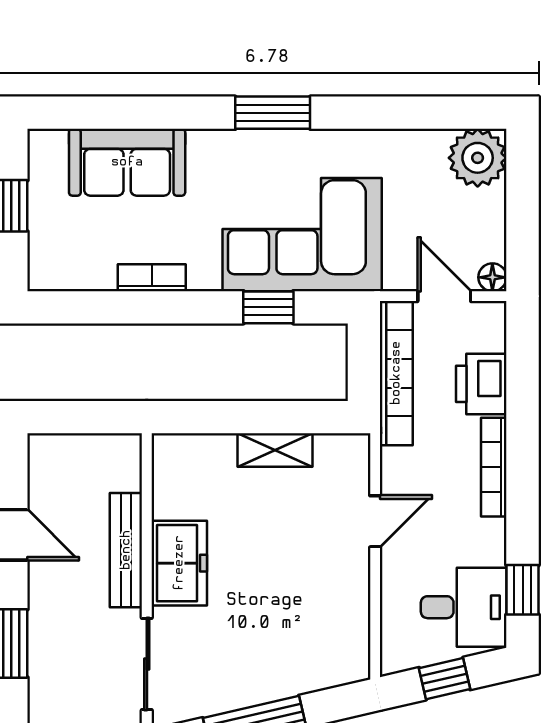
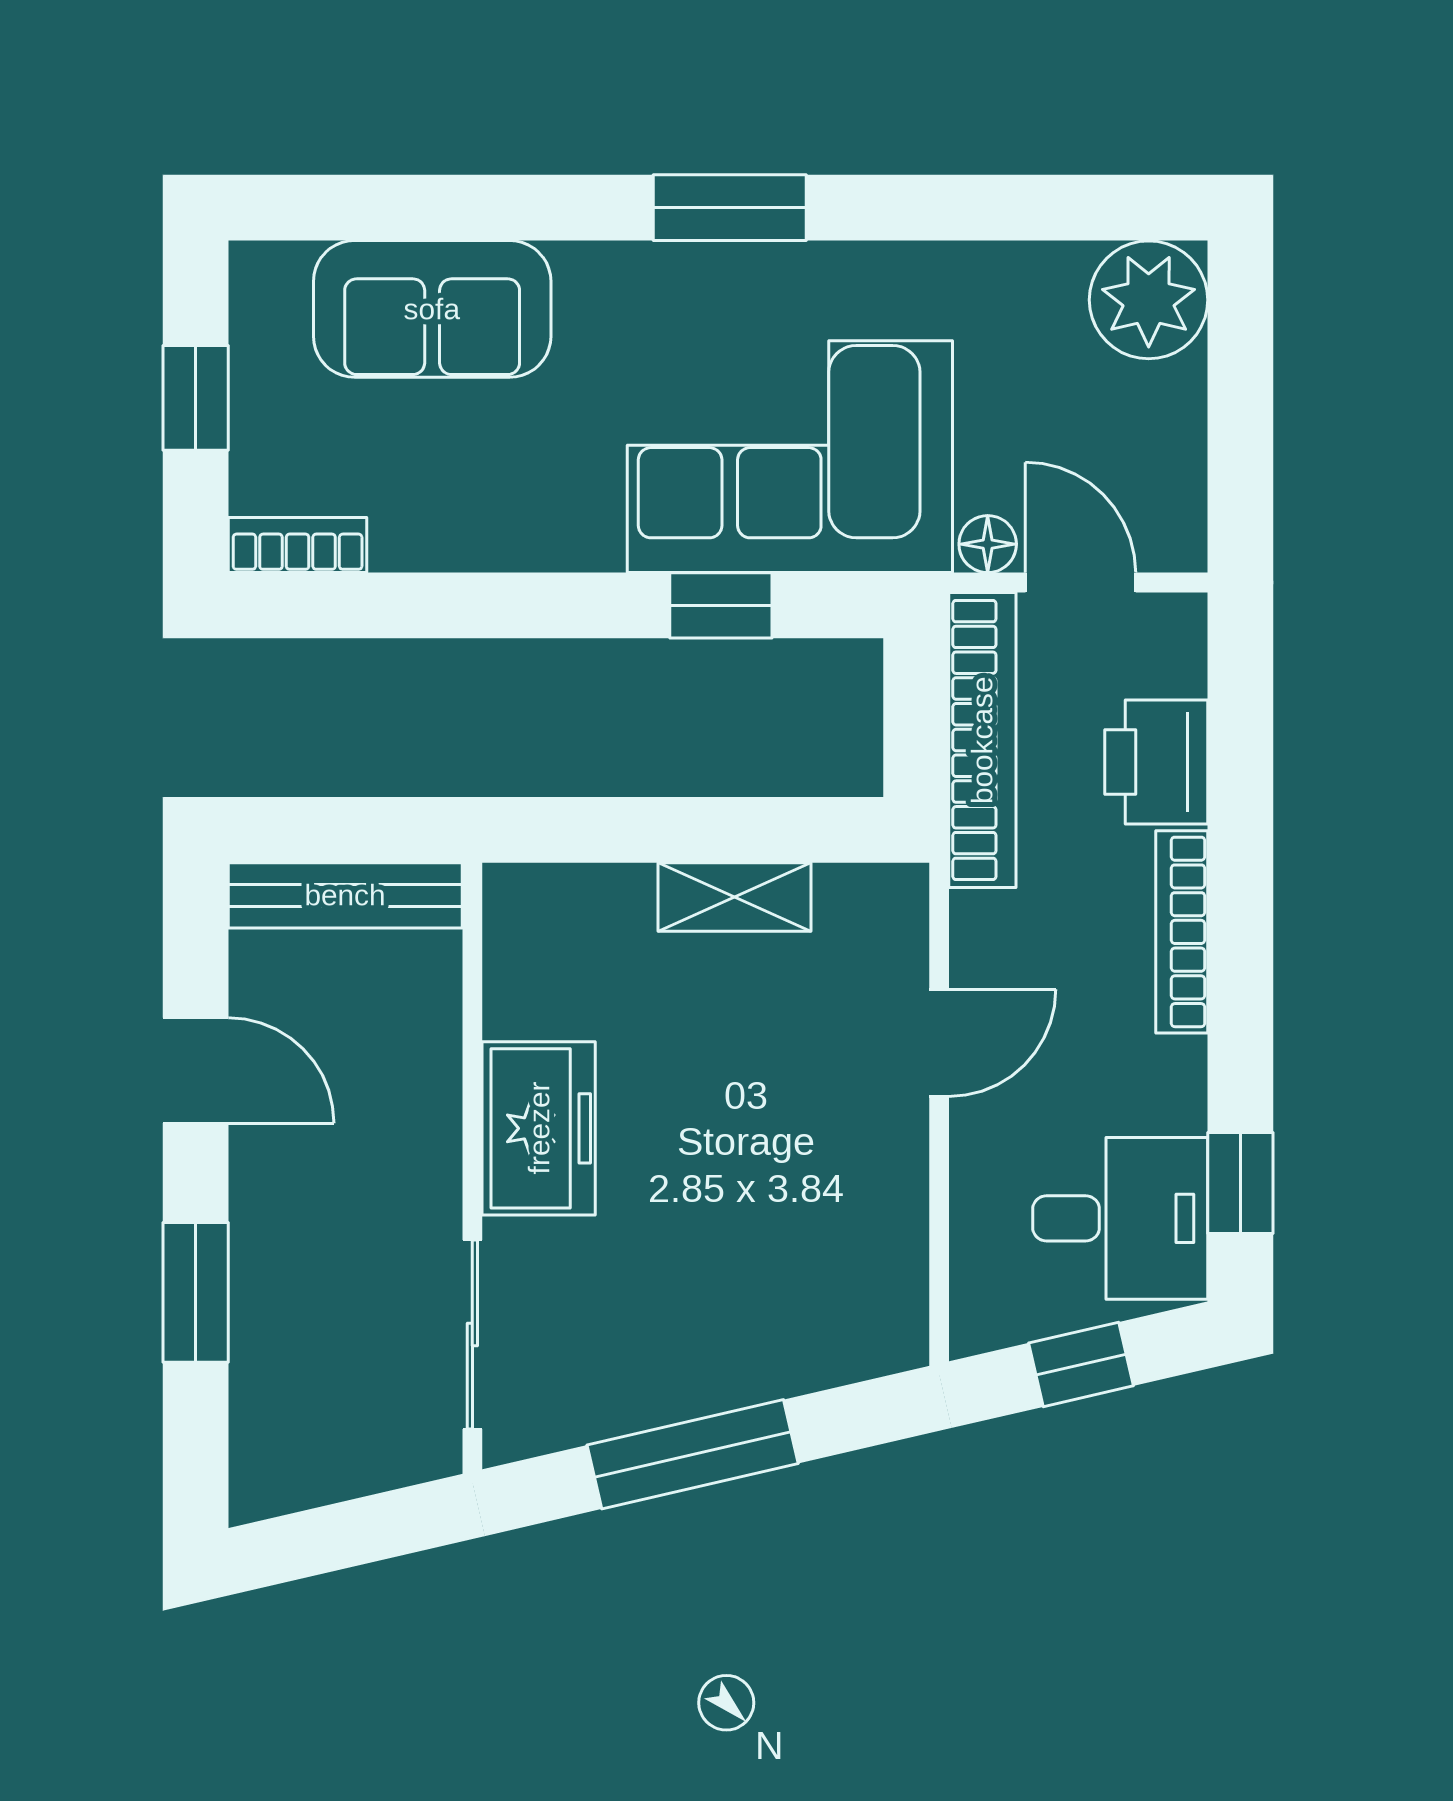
floor lamp: (492, 277) -> (988, 544), moved
bookcase: (152, 278) -> (298, 545), moved
bench: (126, 550) -> (345, 895), moved, turned 90

